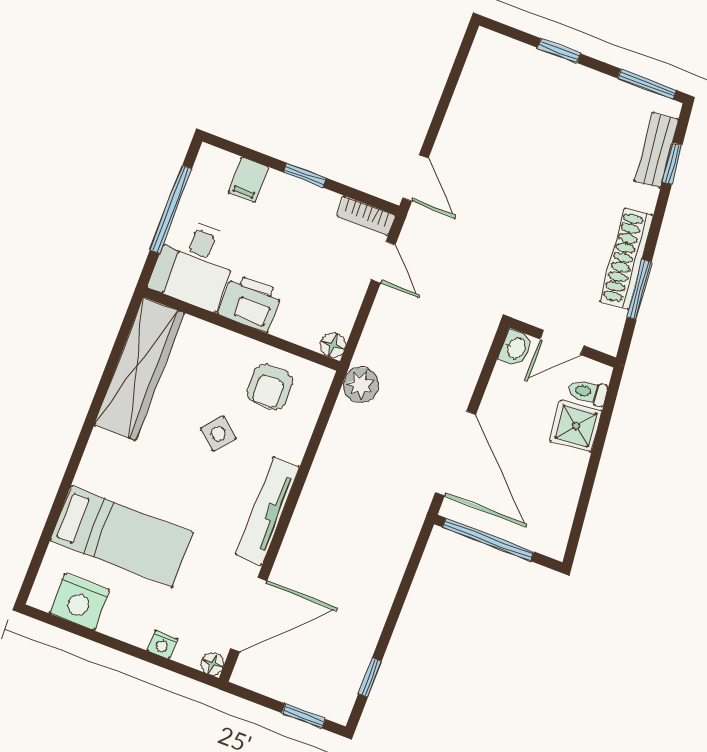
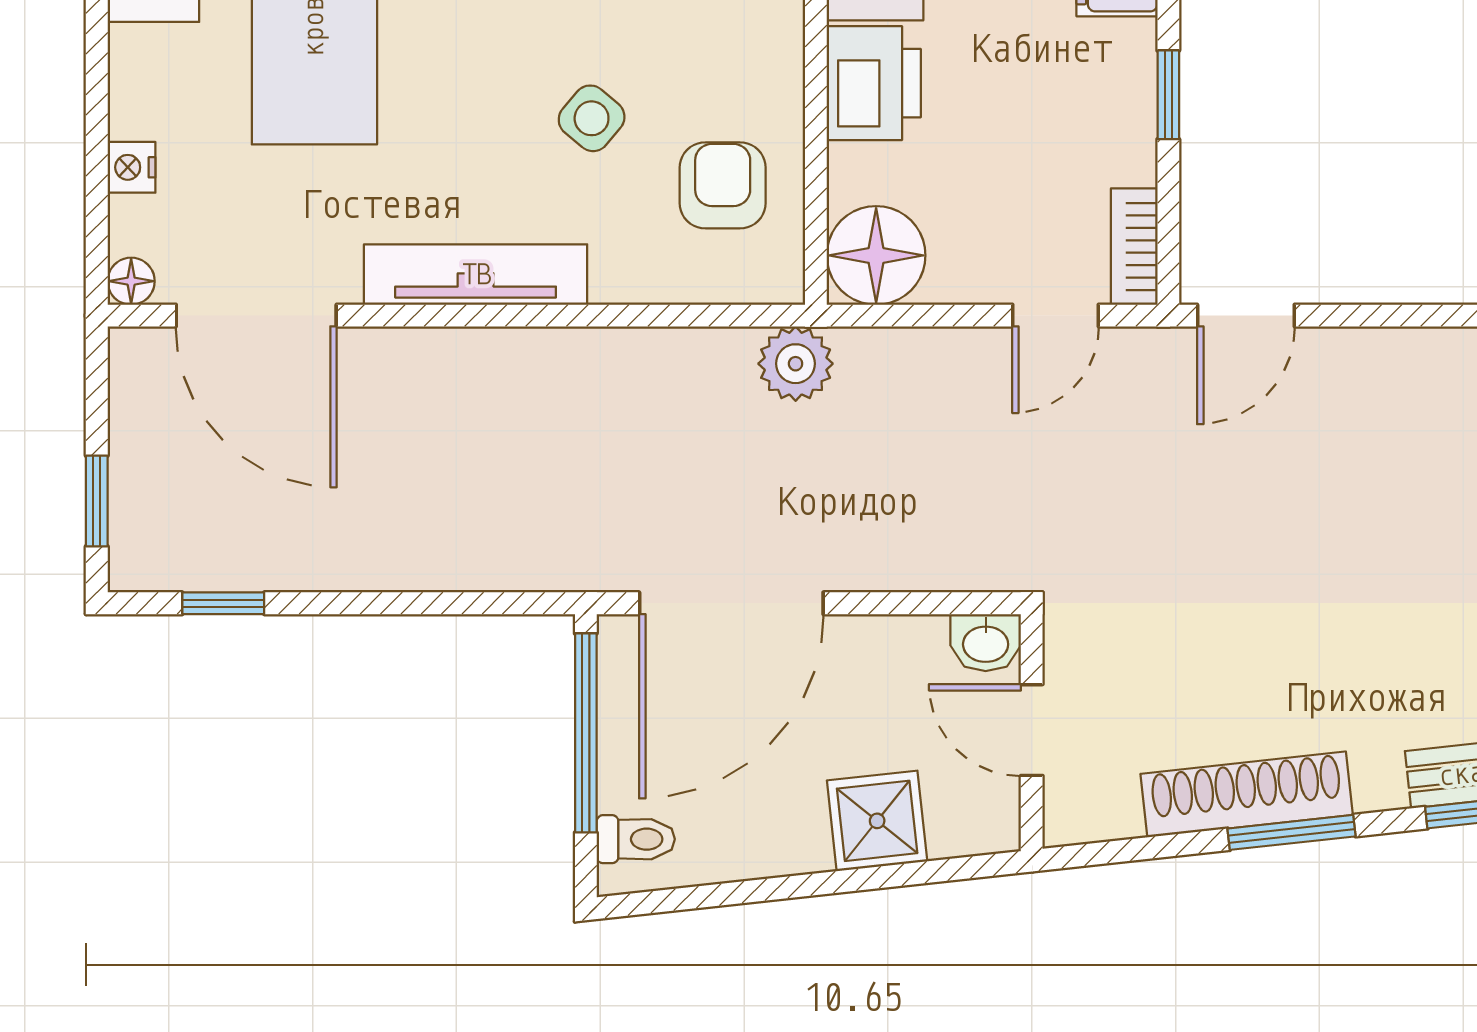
window: (639, 289) -> (1291, 832), moved
floor lamp: (333, 345) -> (876, 255), width x1.89, depth x1.89
armchair: (270, 387) -> (723, 185), turned 90
toilet: (588, 392) -> (636, 839), moved, turned 96

